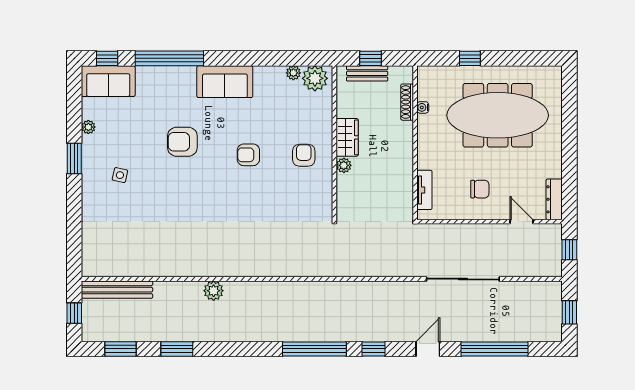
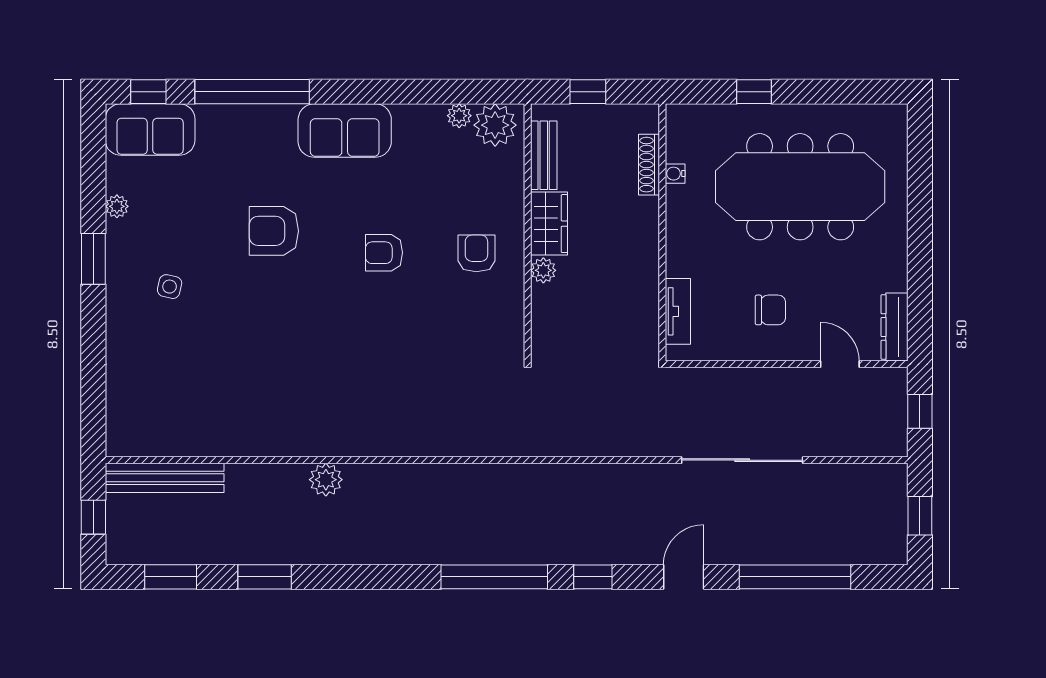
bench: (367, 73) -> (544, 155), moved, turned 90

